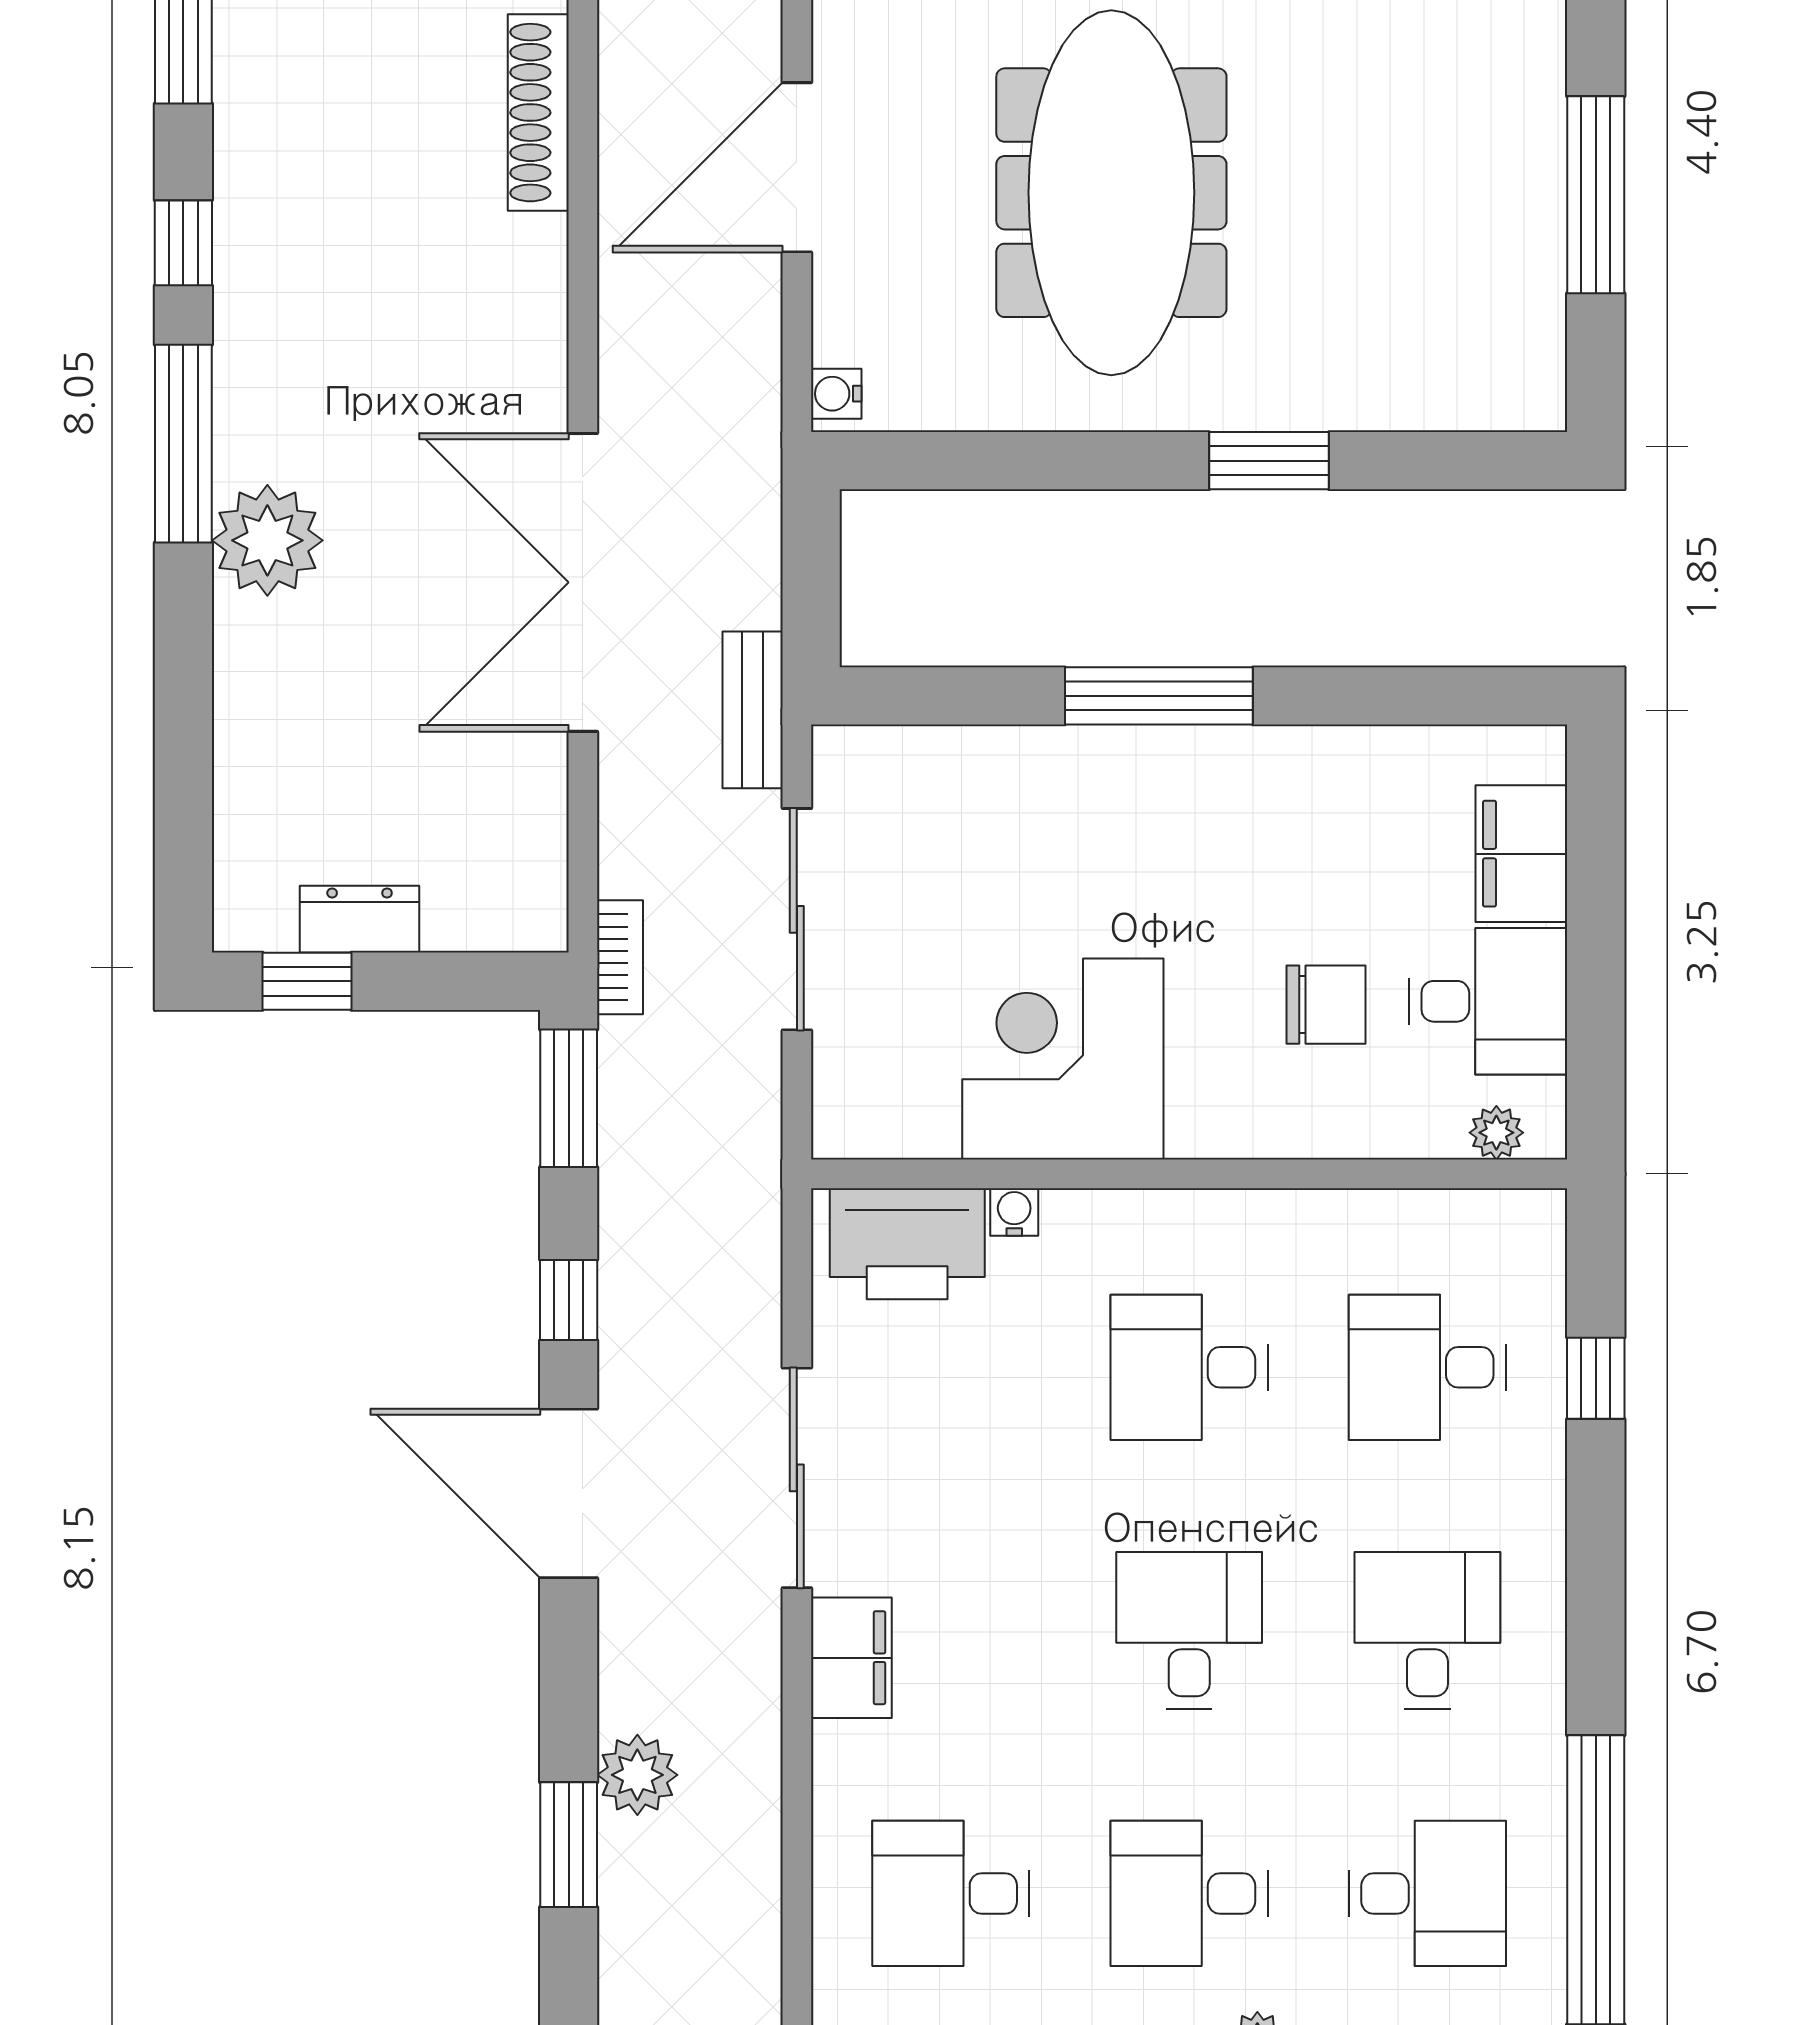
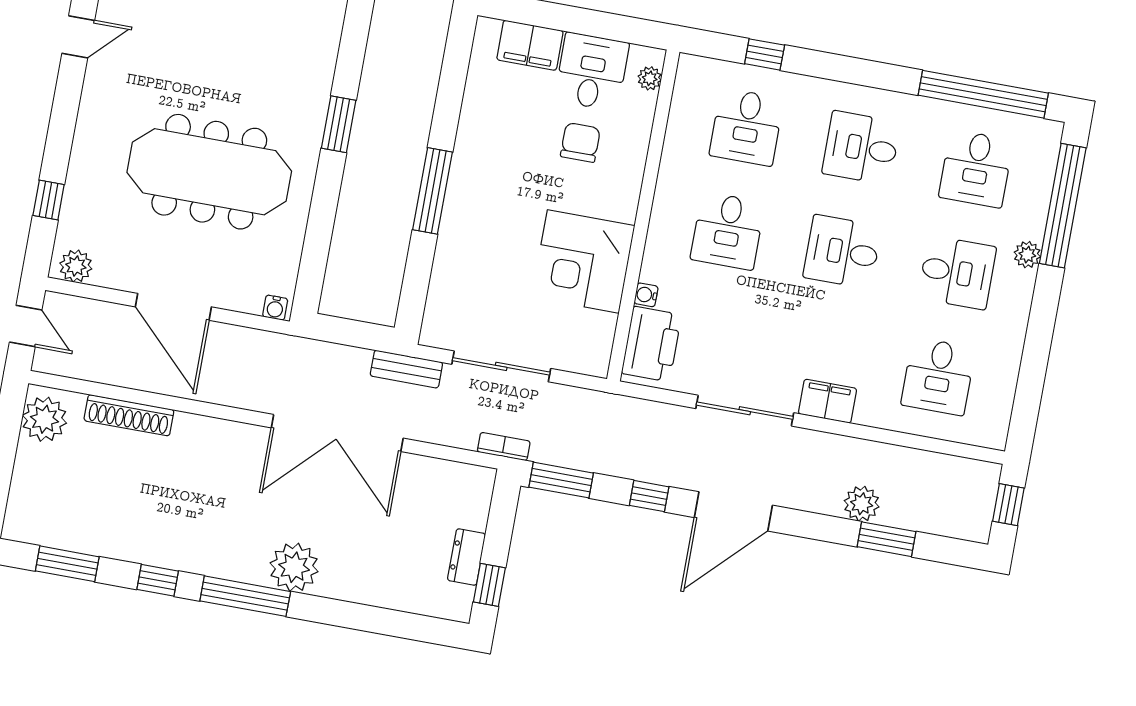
desk: (1189, 1893) -> (957, 273), turned -90
desk: (1427, 1893) -> (976, 169), turned 180

